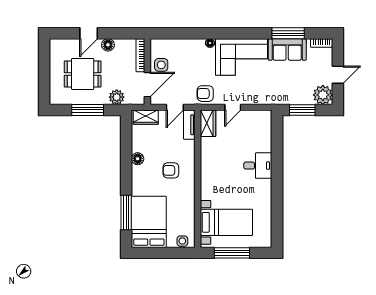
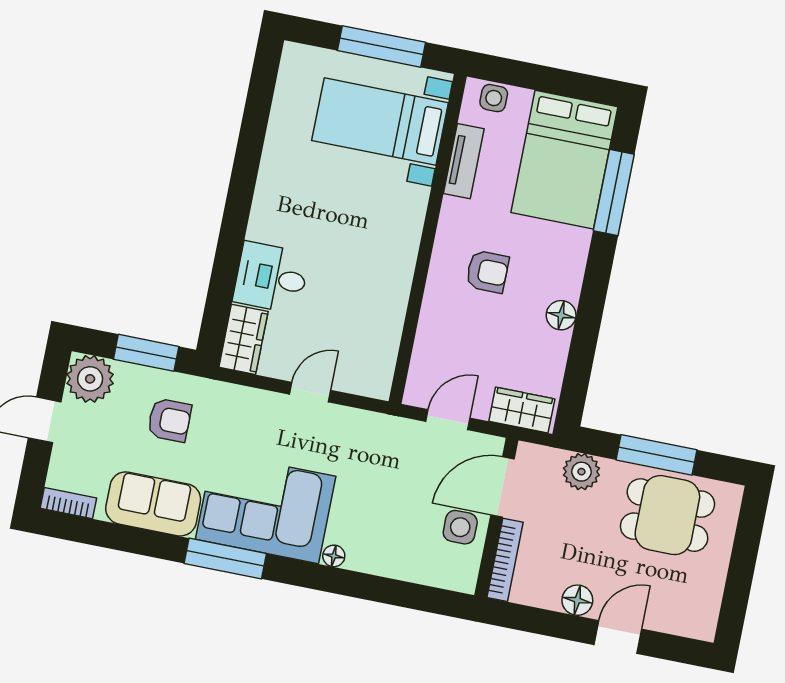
window: (288, 33) -> (225, 558), moved
dining table: (83, 74) -> (667, 515), moved
armchair: (205, 94) -> (169, 420), moved
wardrobe: (208, 123) -> (243, 339), moved, turned 180
tv unit: (189, 125) -> (464, 161), moved
desk: (258, 166) -> (271, 278), moved

